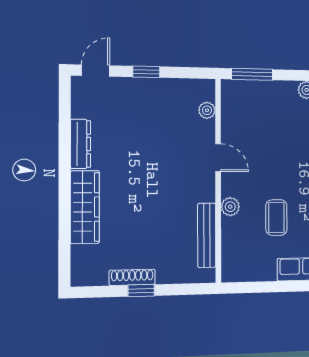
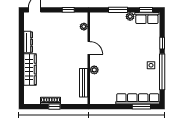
window: (146, 72) -> (68, 10), moved
window: (252, 74) -> (118, 10), moved
coffee table: (276, 218) -> (116, 75), removed

